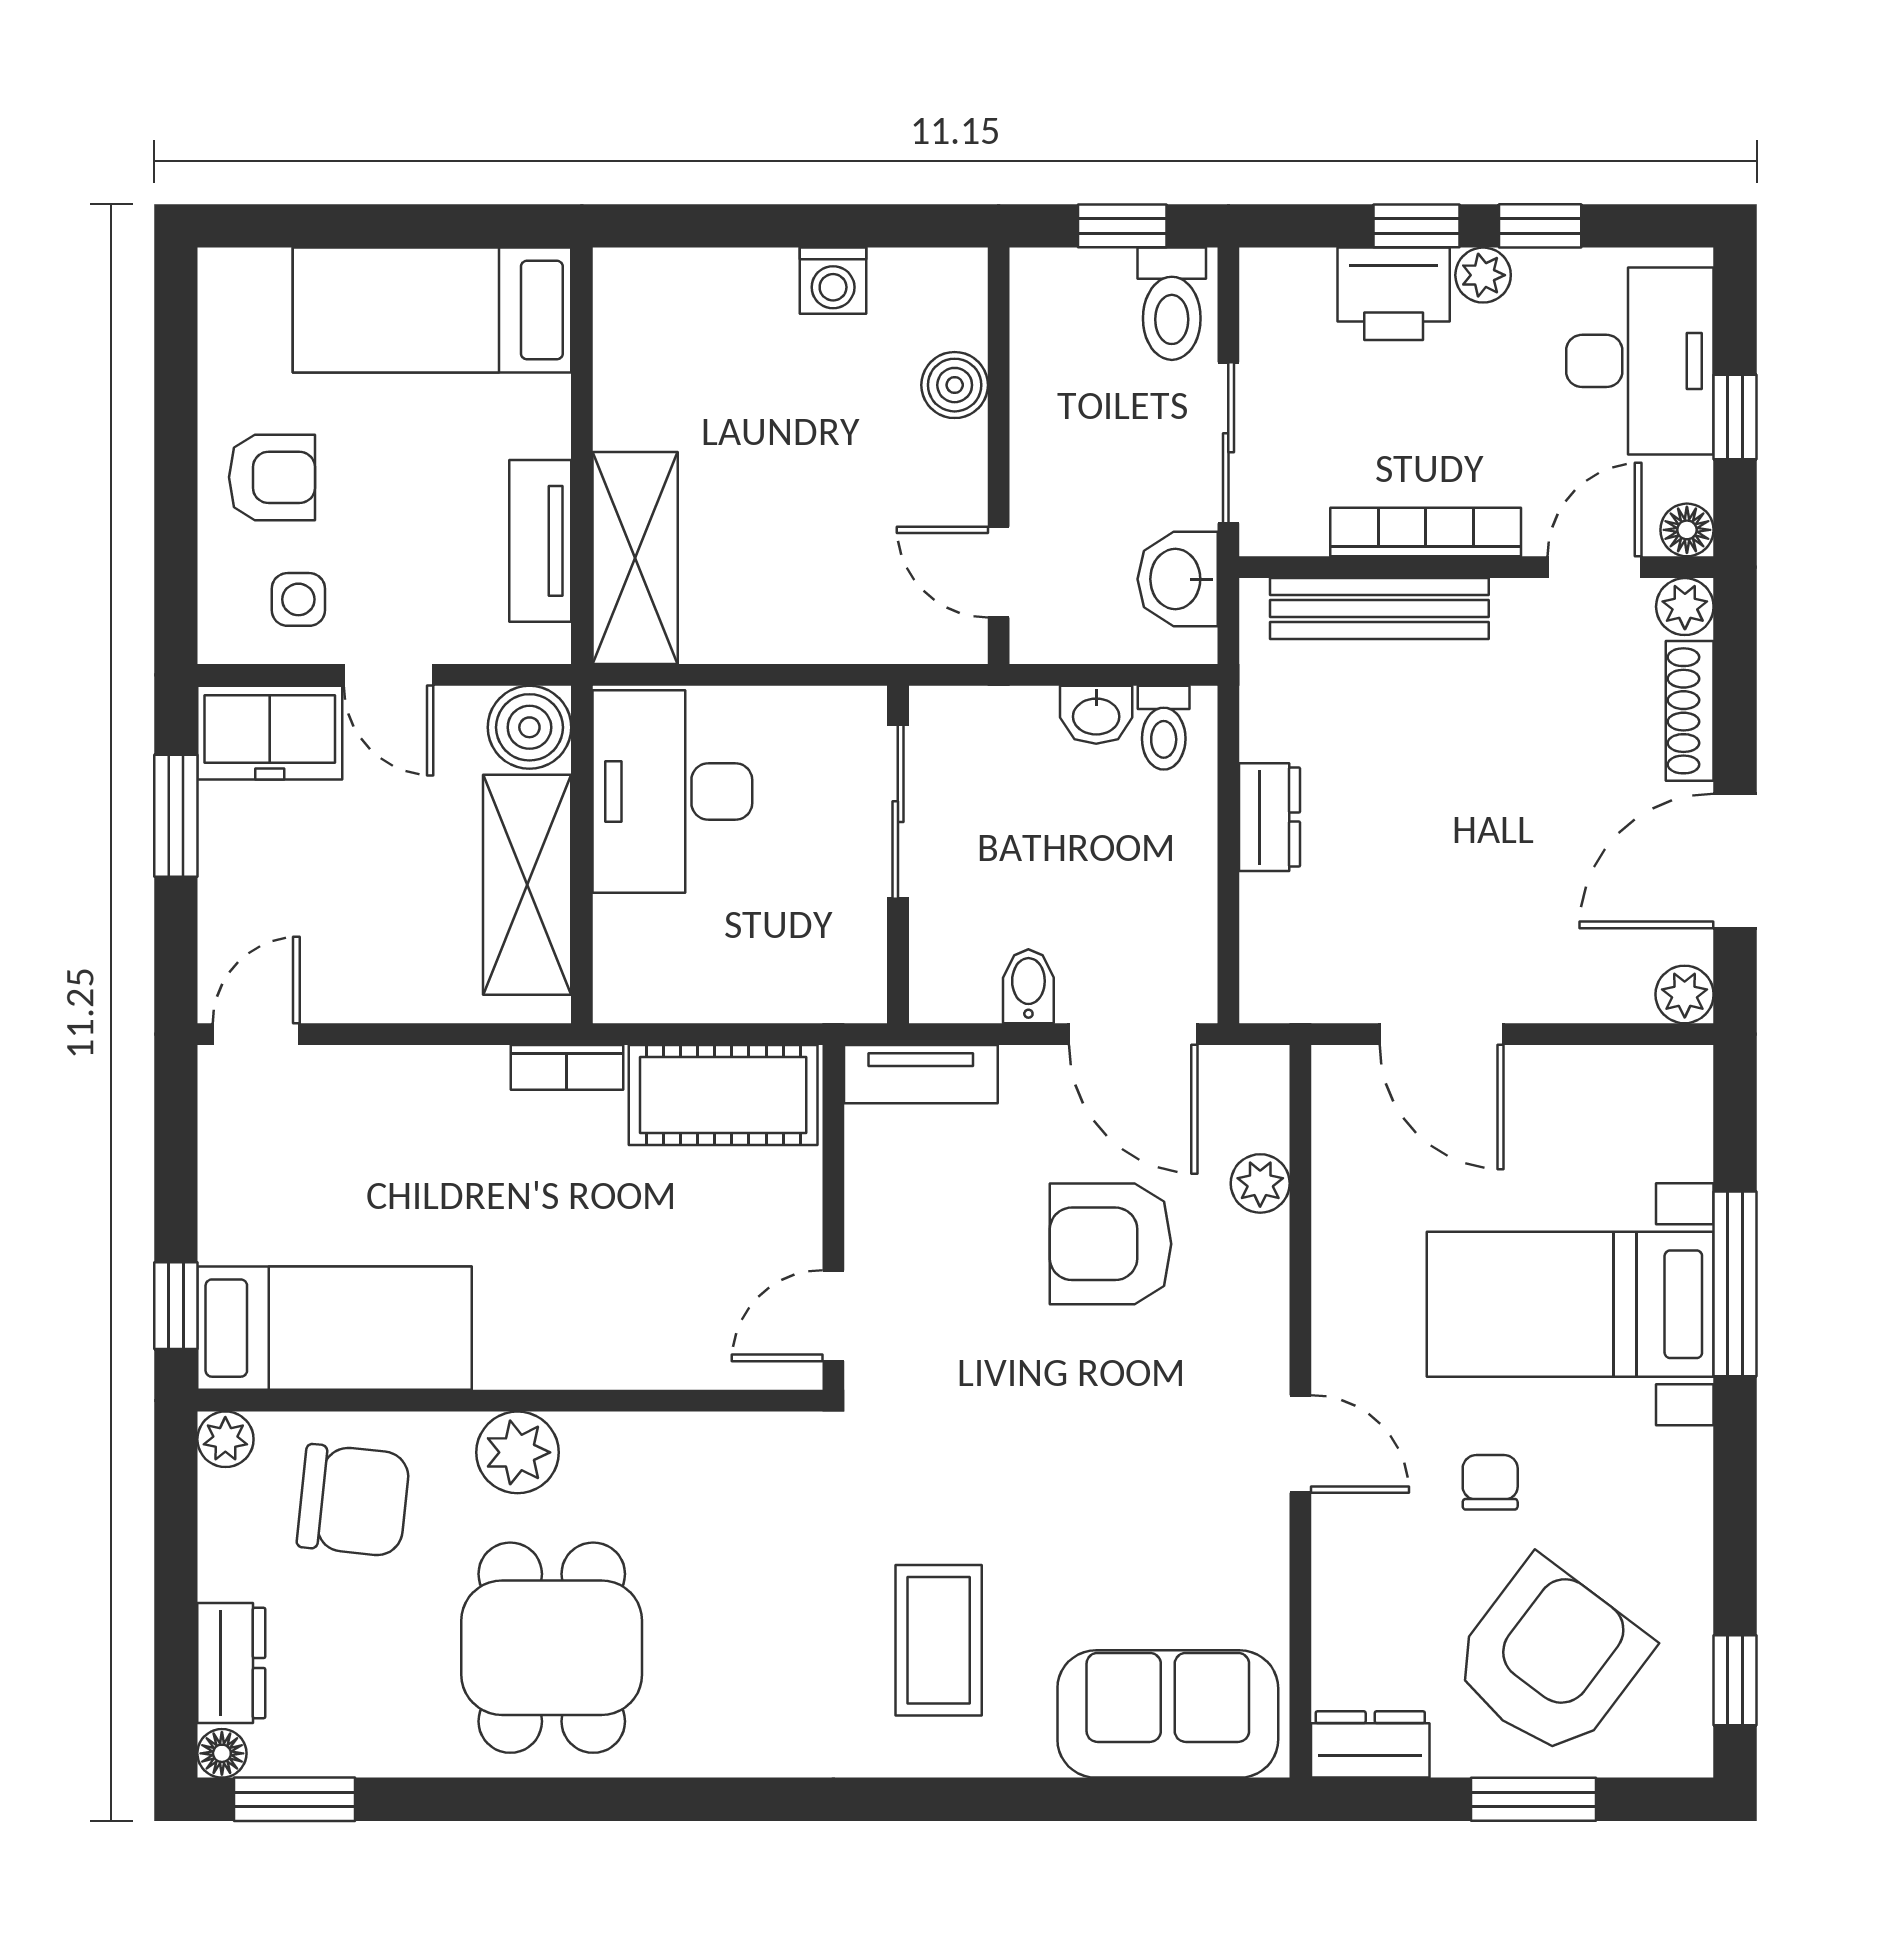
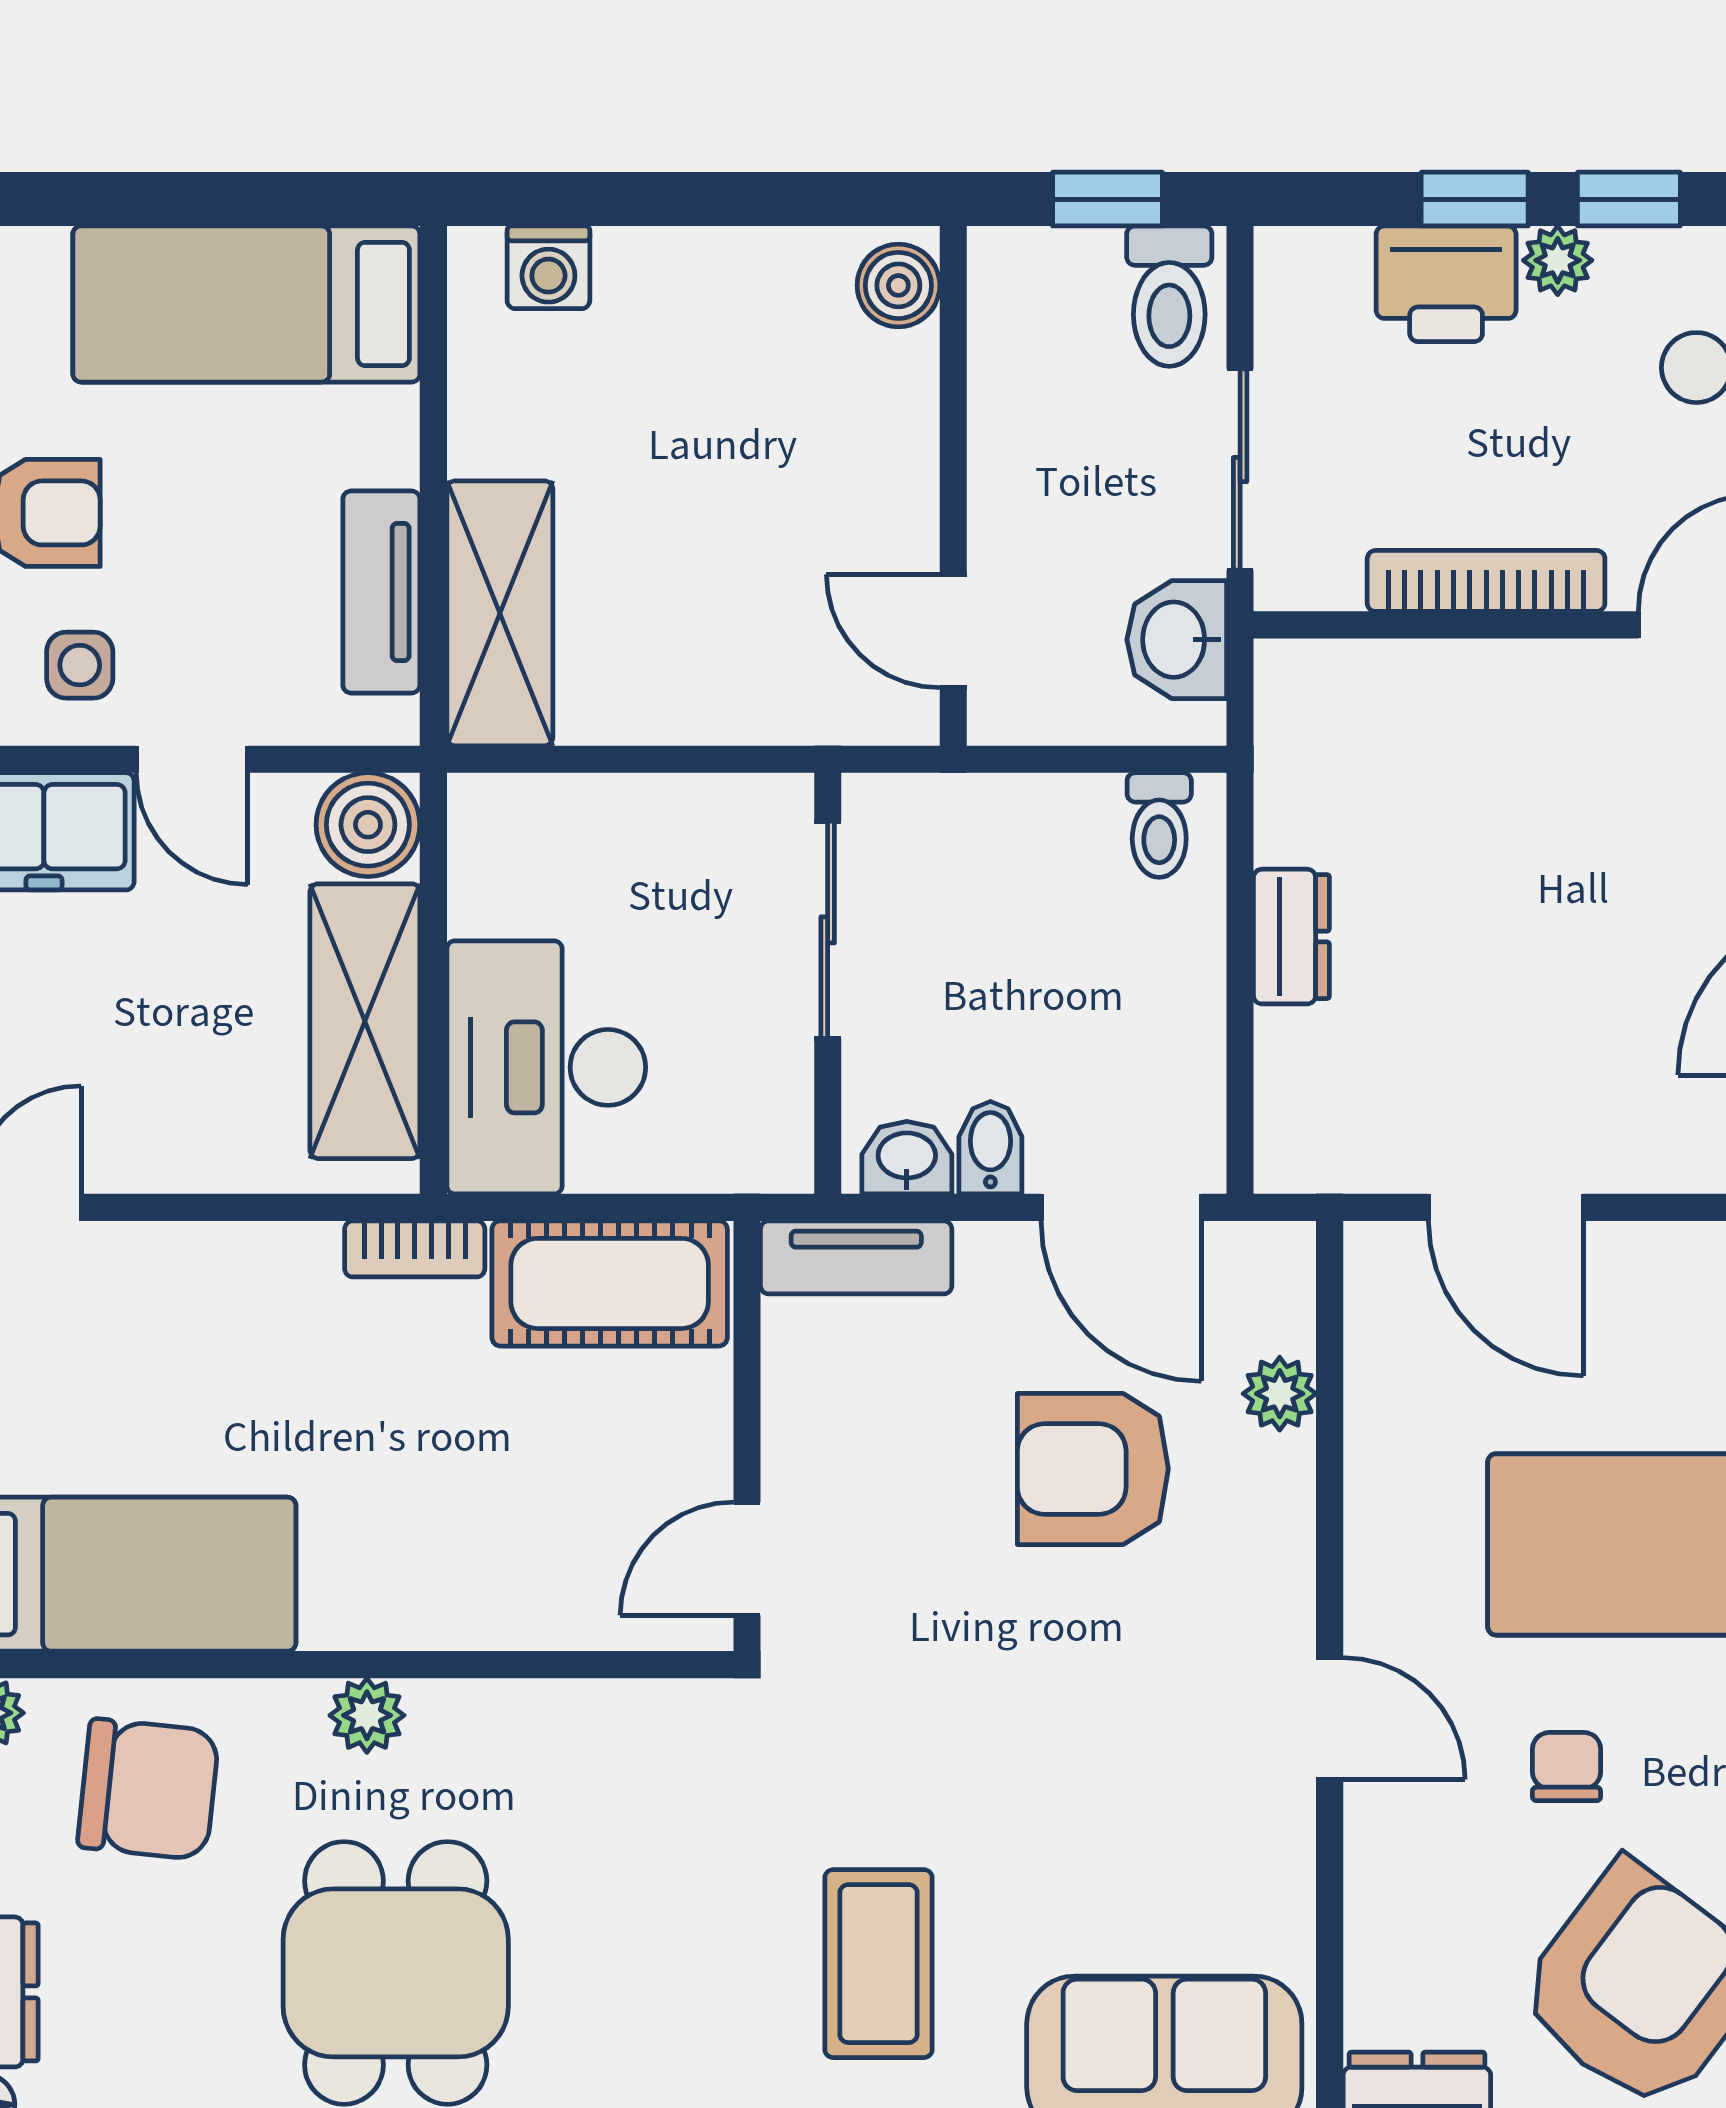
washing machine: (833, 281) -> (548, 267), moved
boiler: (955, 385) -> (898, 285), moved
bench: (1379, 608) -> (1428, 676), removed
washbasin: (1096, 715) -> (907, 1158), moved, turned 180
desk: (672, 792) -> (546, 1067), moved
plant: (517, 1452) -> (367, 1715), width x0.73, depth x0.73

